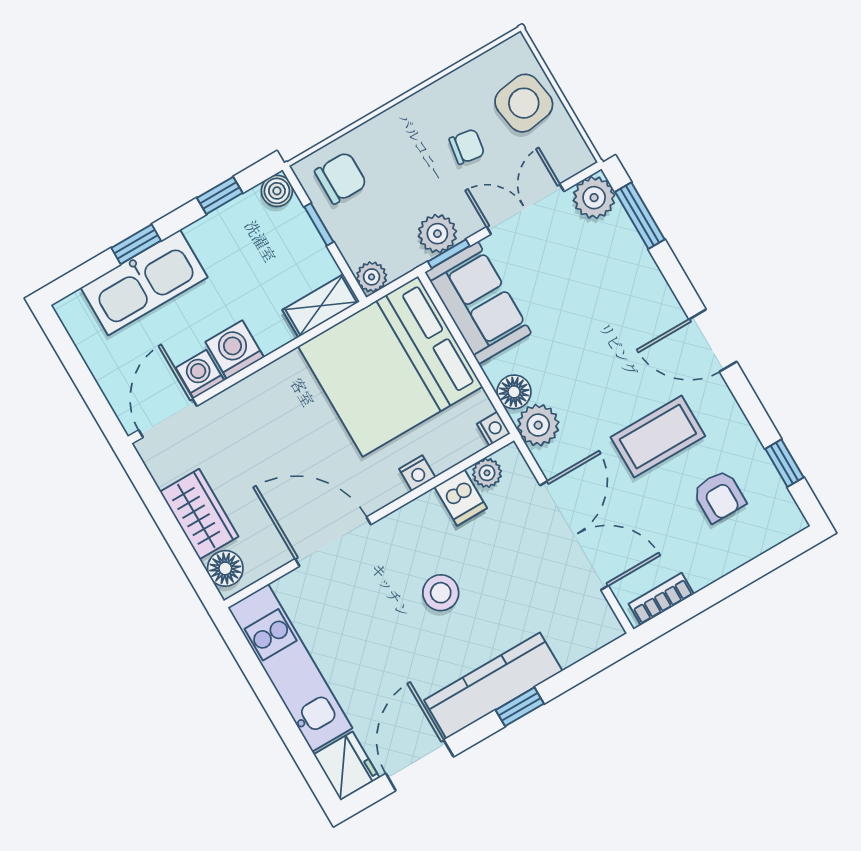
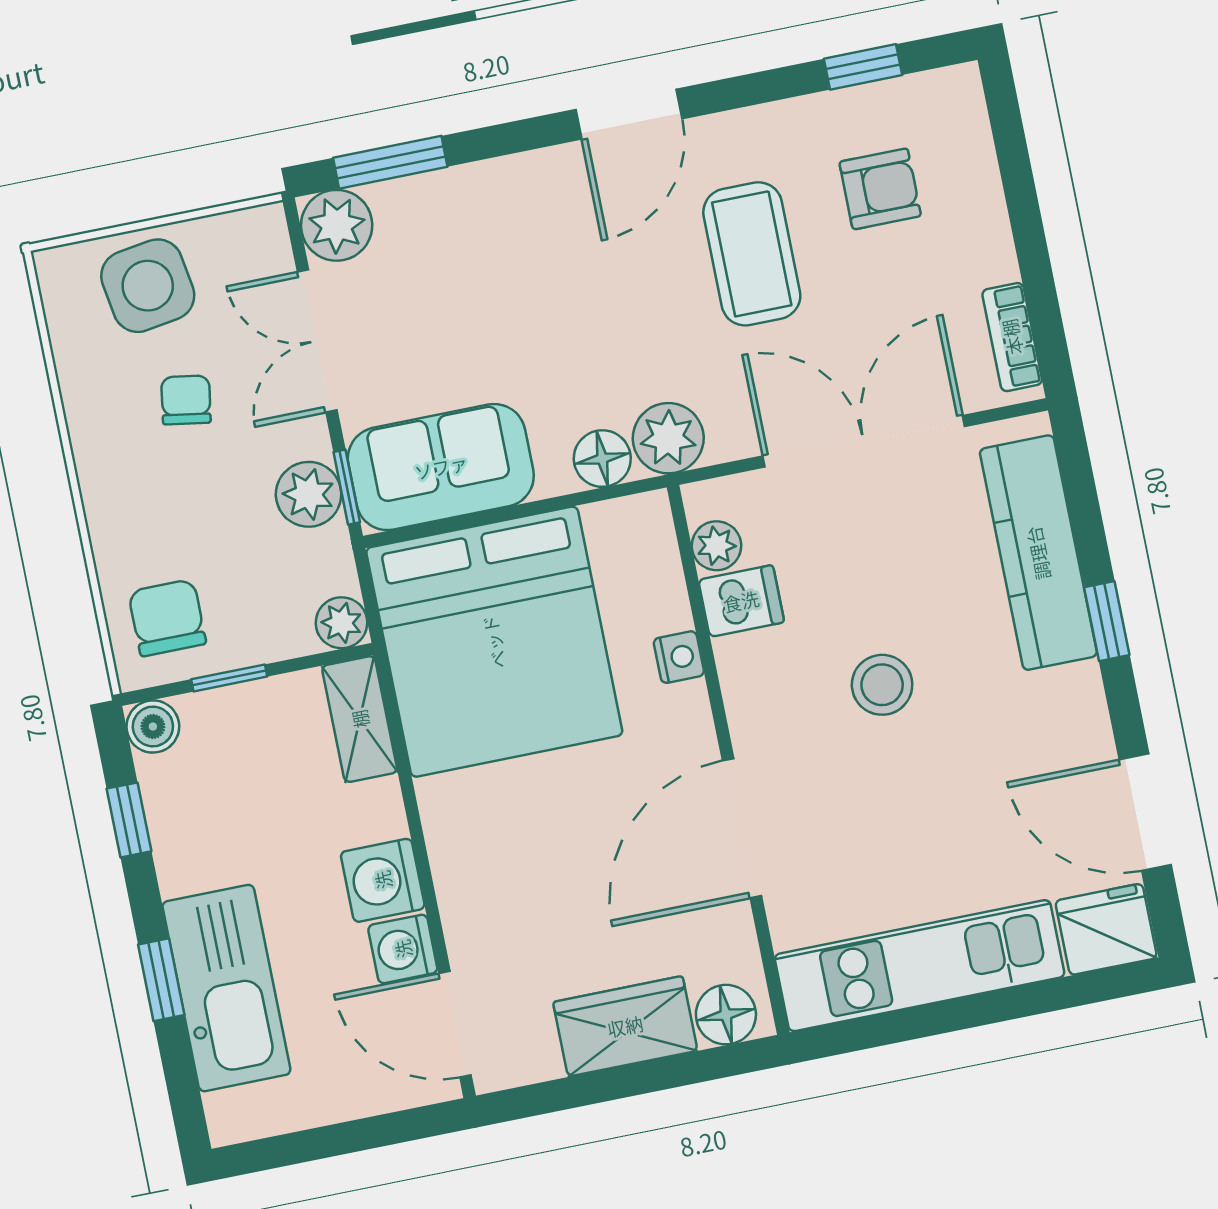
nightstand: (493, 429) -> (650, 511), removed
kitchen counter: (493, 686) -> (1038, 553), moved

